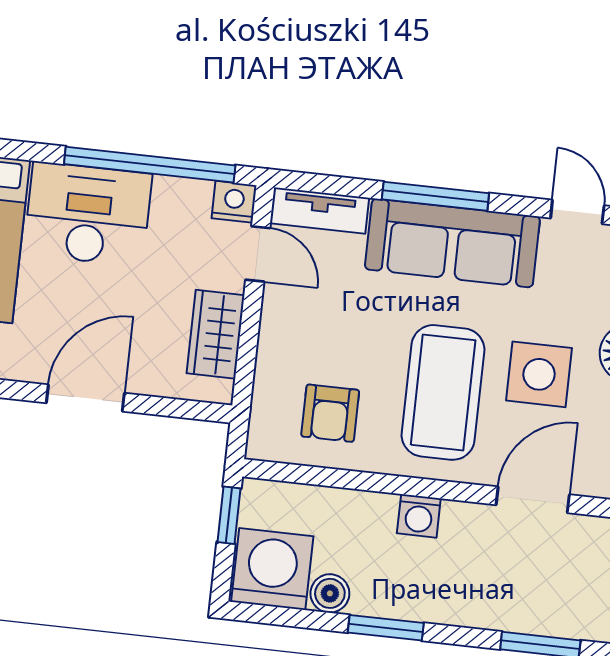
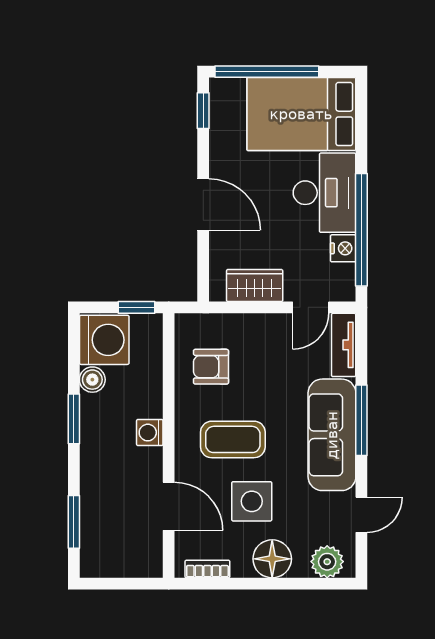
nightstand: (234, 202) -> (343, 248), moved
coffee table: (443, 392) -> (233, 439), width x0.73, depth x0.76

